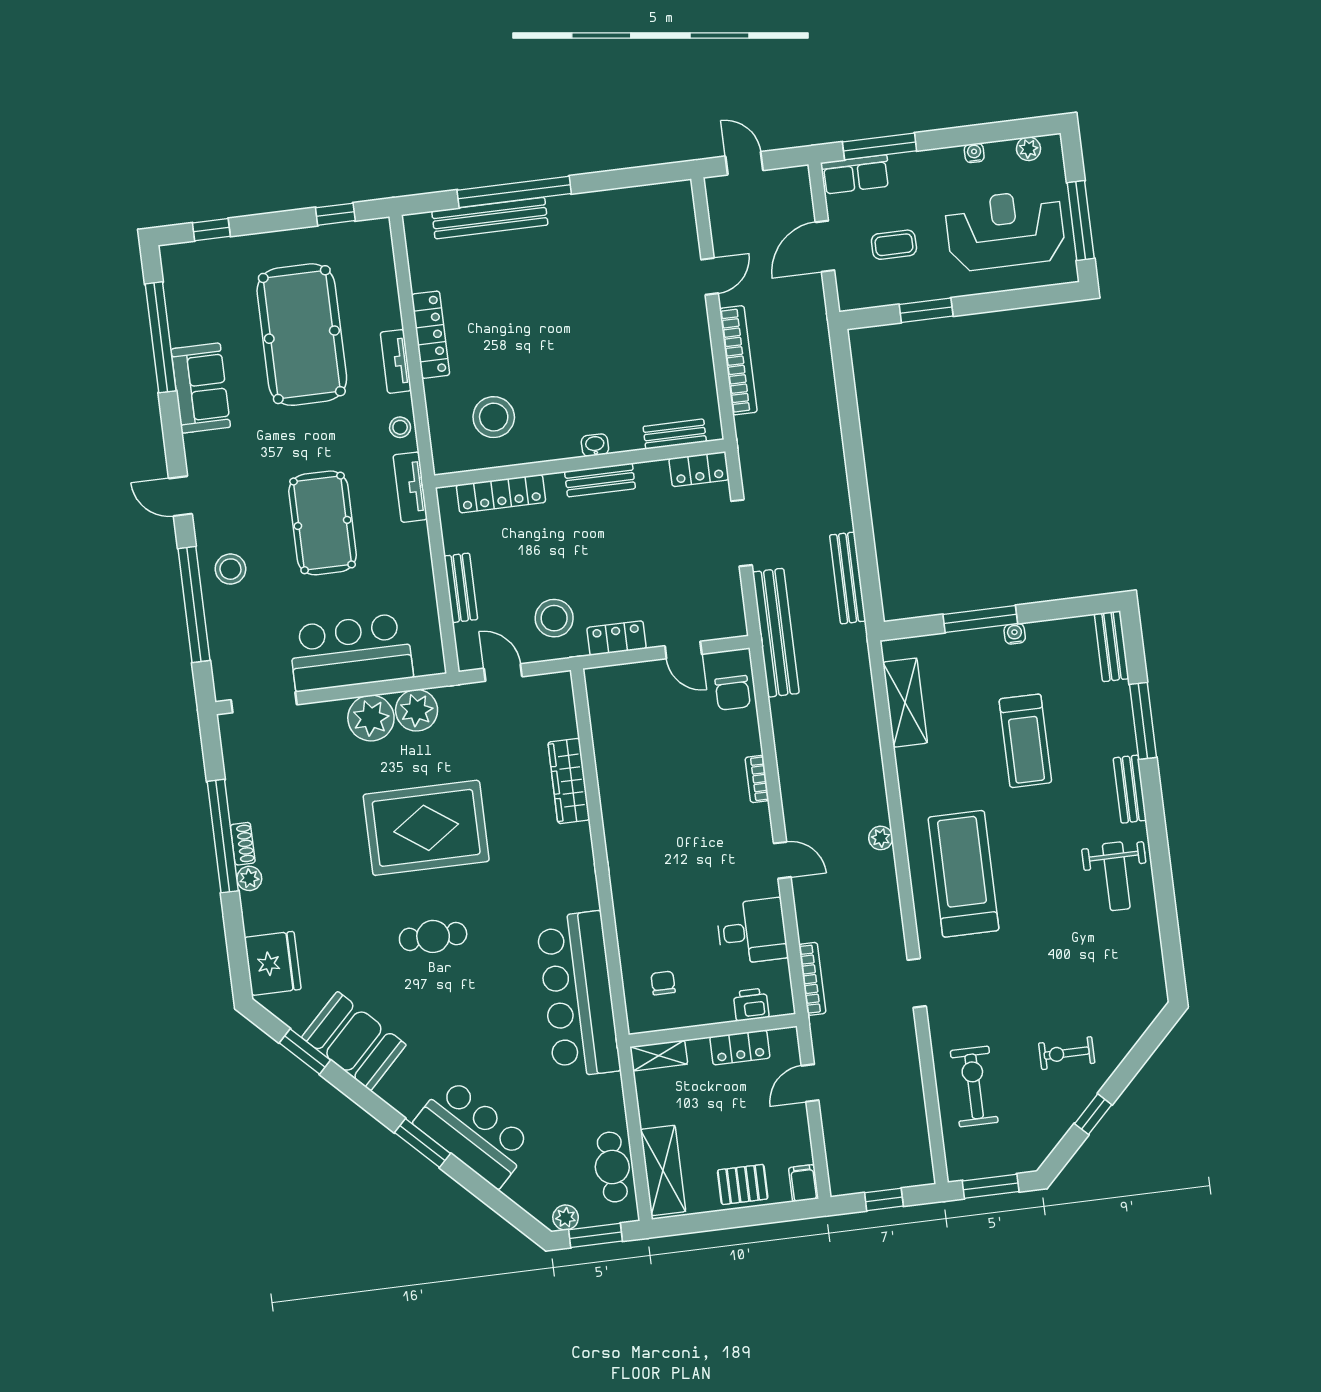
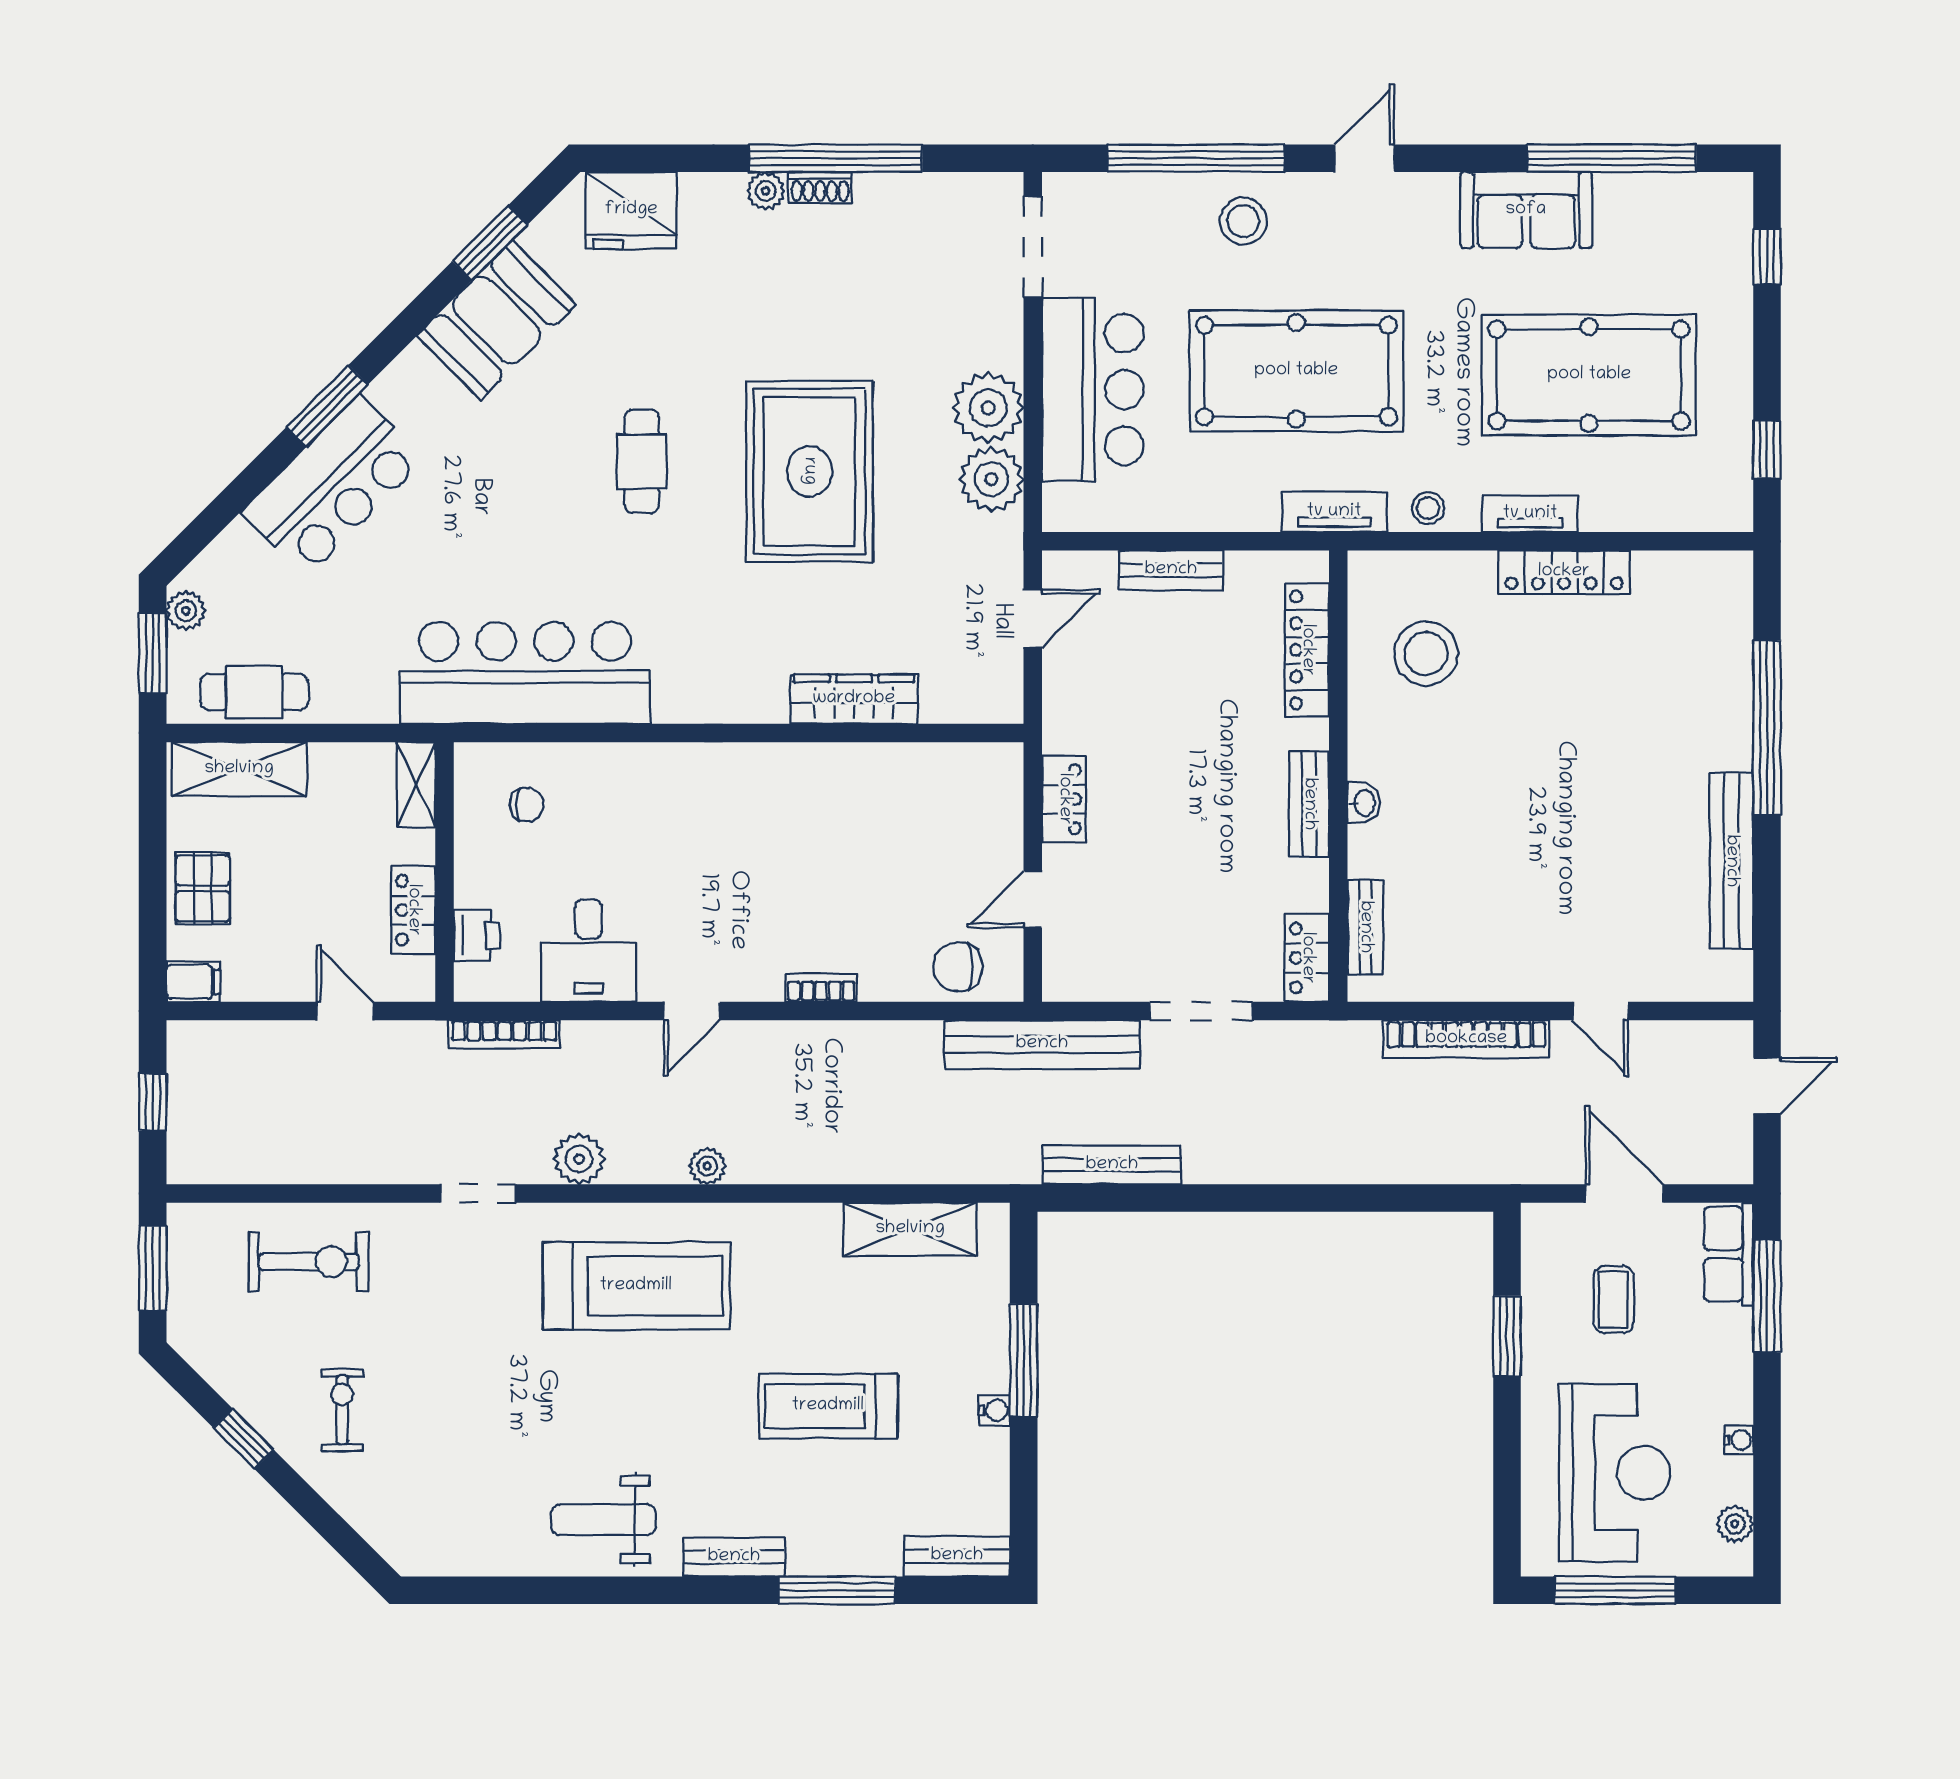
bench: (490, 218) -> (1731, 861), moved
pool table: (323, 523) -> (1296, 371), width x1.36, depth x1.32
stool: (554, 618) -> (1106, 708), removed
plant: (886, 921) -> (579, 1159), added

